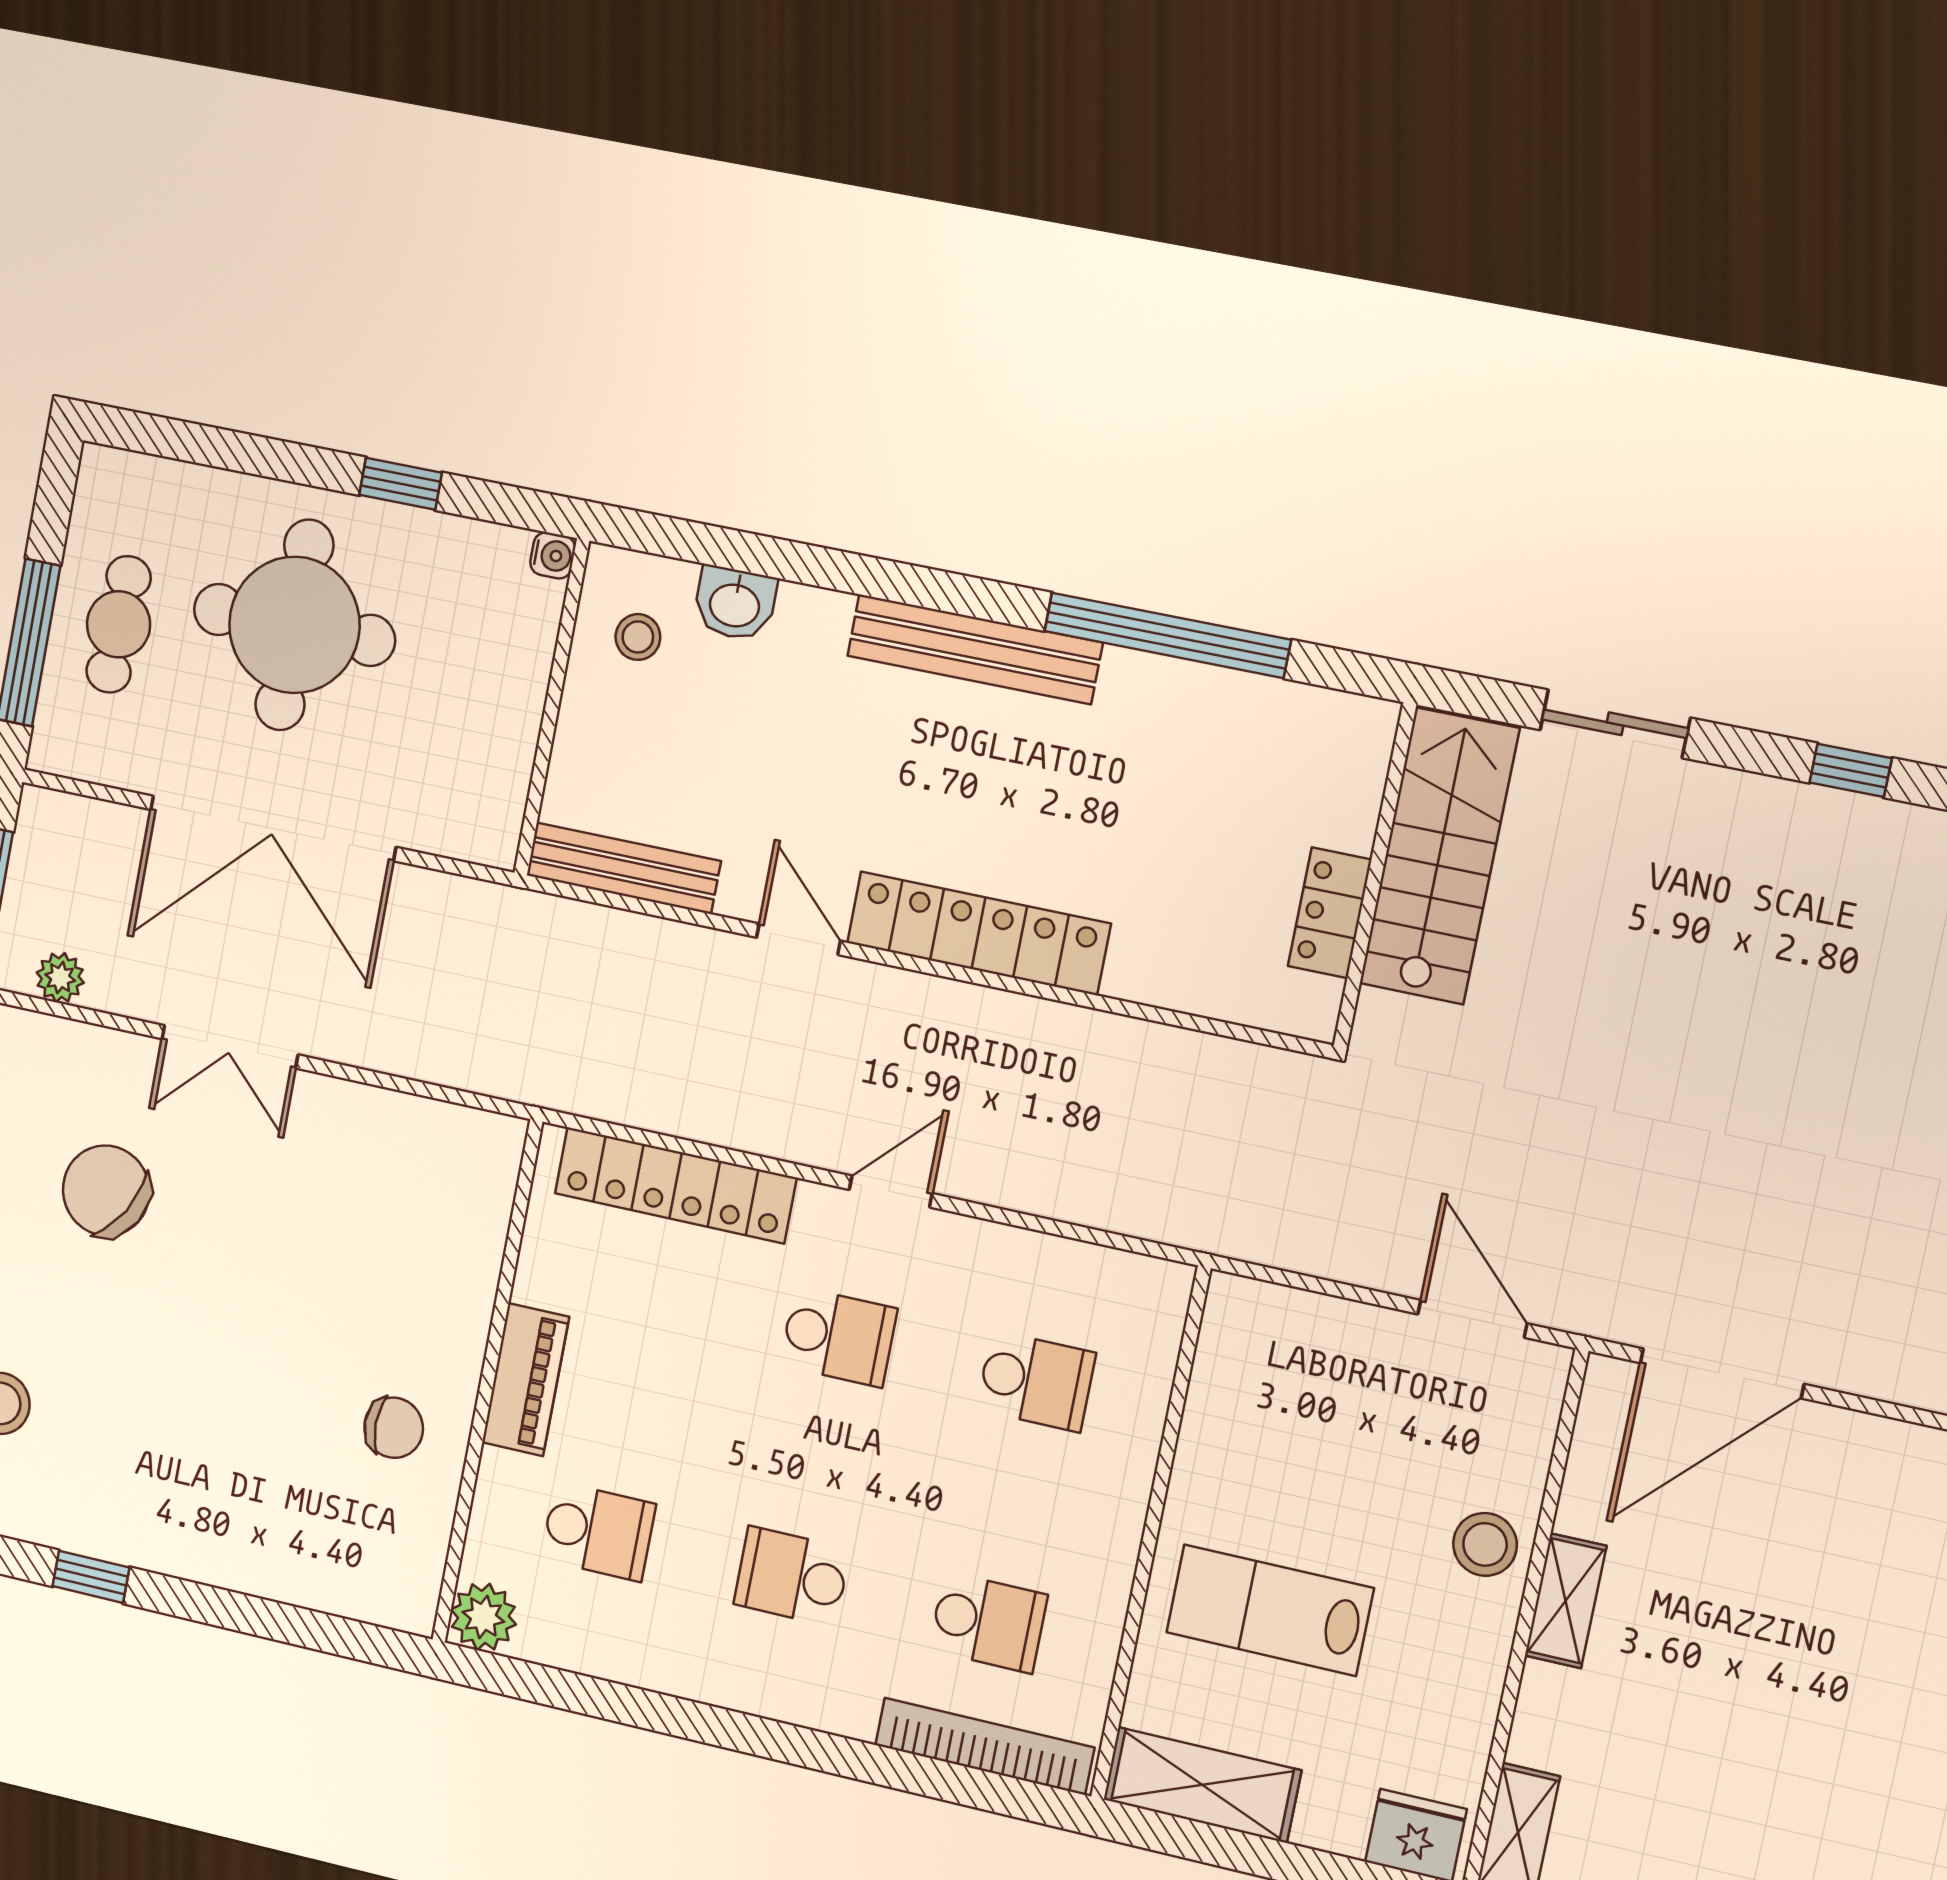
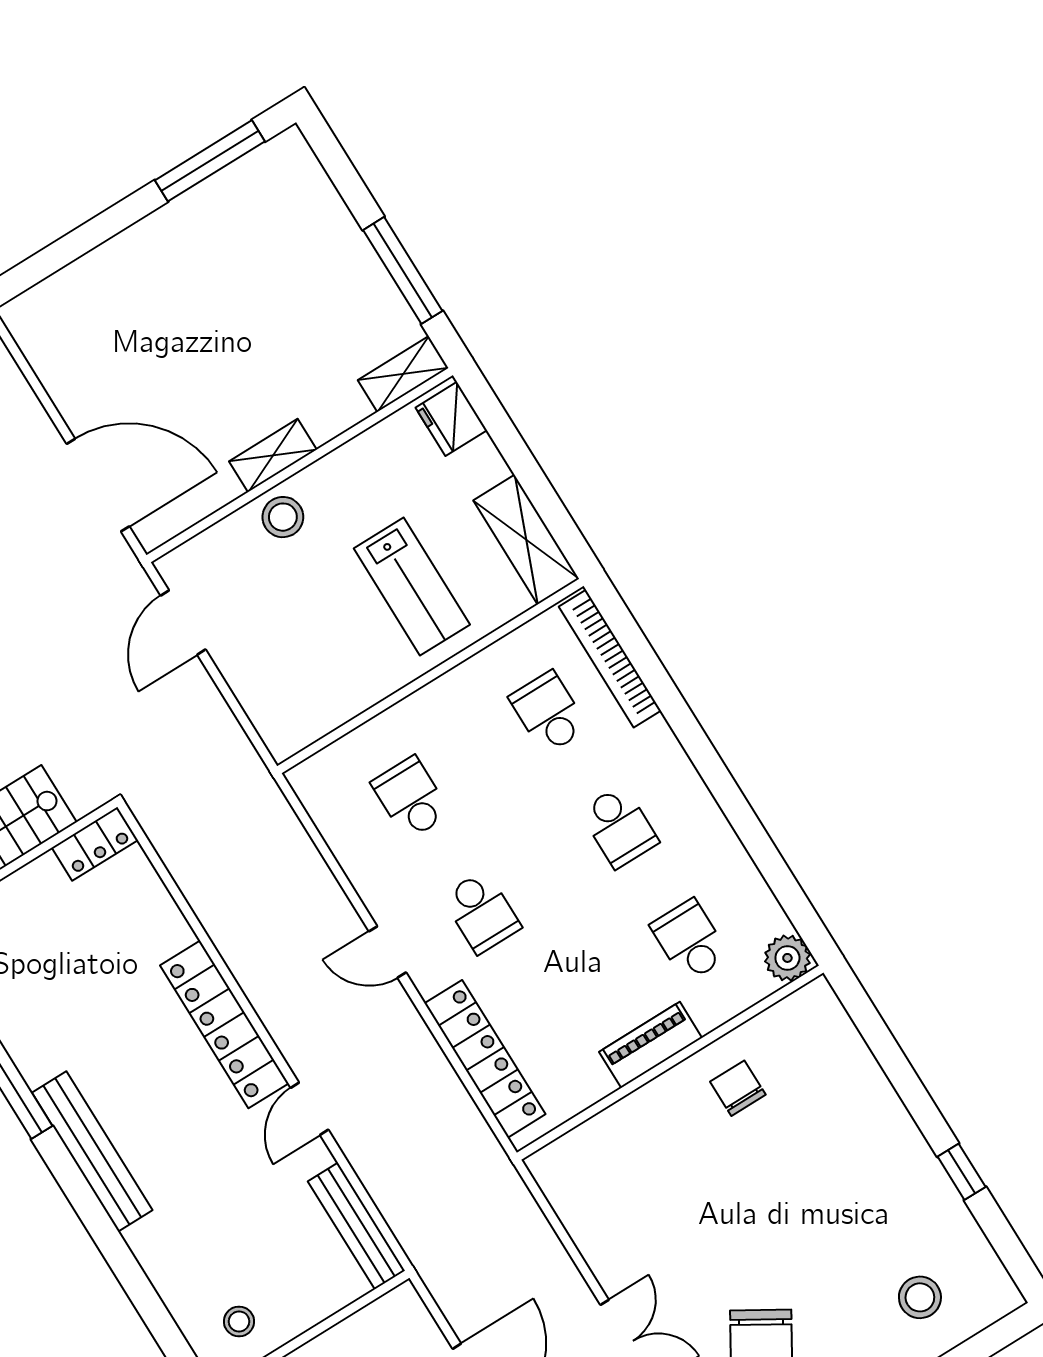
washbasin: (735, 603) -> (179, 1288), removed
locker: (1330, 913) -> (95, 844), moved
school desk: (838, 1337) -> (481, 912), turned 180

